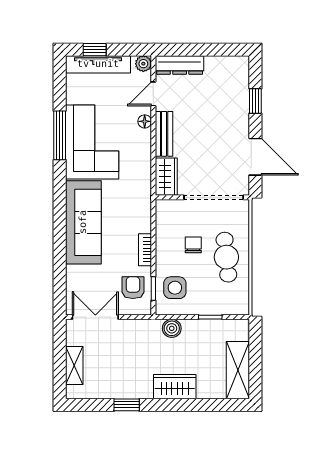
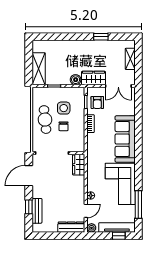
bench: (164, 134) -> (37, 211), moved
window: (60, 135) -> (138, 205), moved
door: (255, 157) -> (29, 176), hinge flipped
side table: (175, 288) -> (64, 108), moved
shelving: (238, 370) -> (39, 69), moved
wardrobe: (175, 387) -> (93, 78), moved, turned 180

